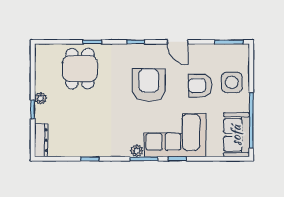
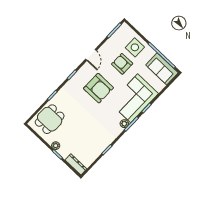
door: (177, 42) -> (91, 55), hinge flipped
dining table: (80, 69) -> (50, 119), moved, turned 90
armchair: (149, 85) -> (98, 88), turned 180
armchair: (200, 86) -> (122, 64), turned 90

